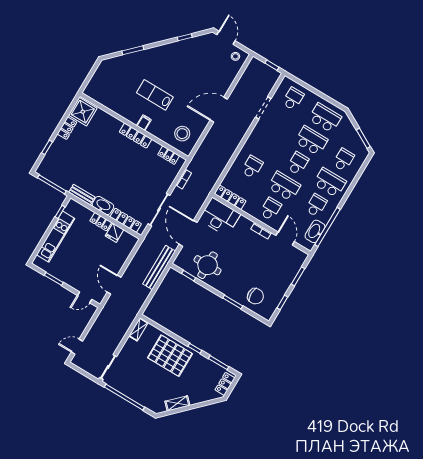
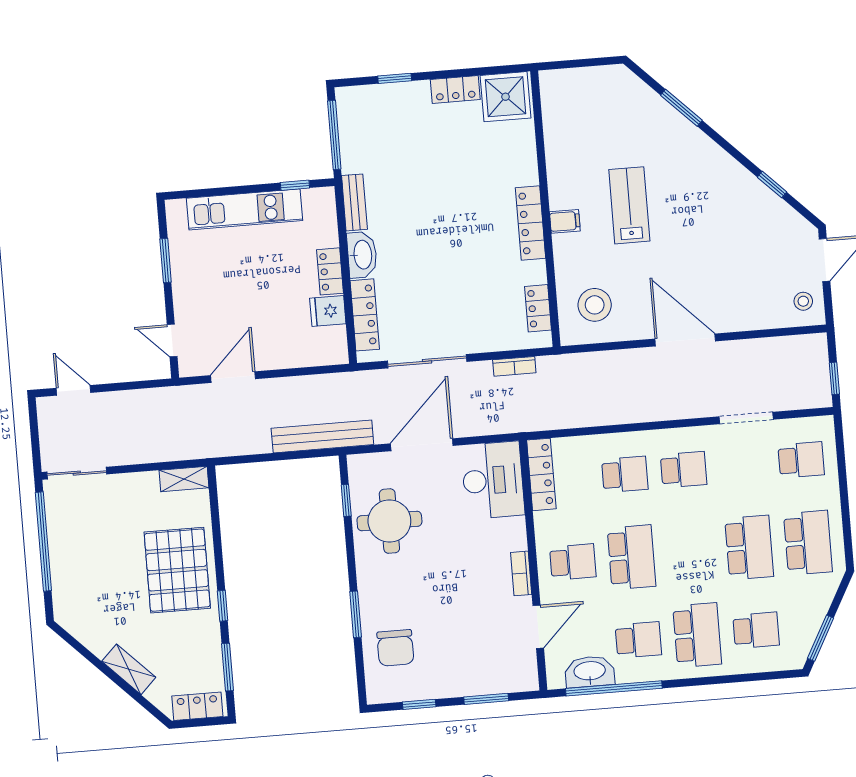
school desk: (298, 163) -> (684, 470), moved
shelving: (177, 403) -> (129, 669), moved

